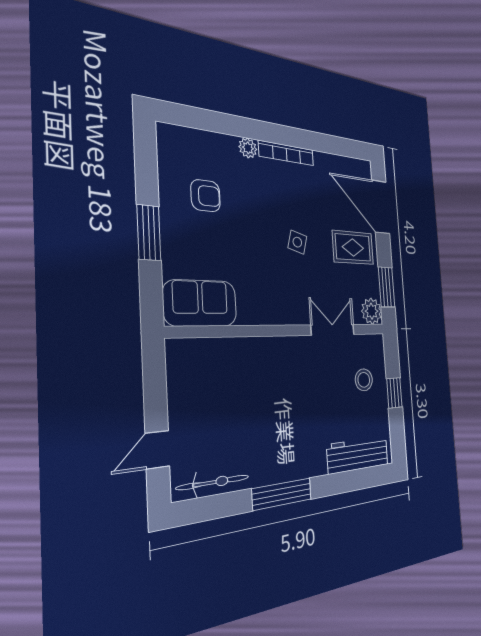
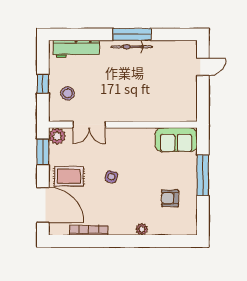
bookcase: (286, 153) -> (89, 230), moved
window: (149, 233) -> (203, 175), width x1.44
bicycle: (213, 482) -> (132, 47), moved

